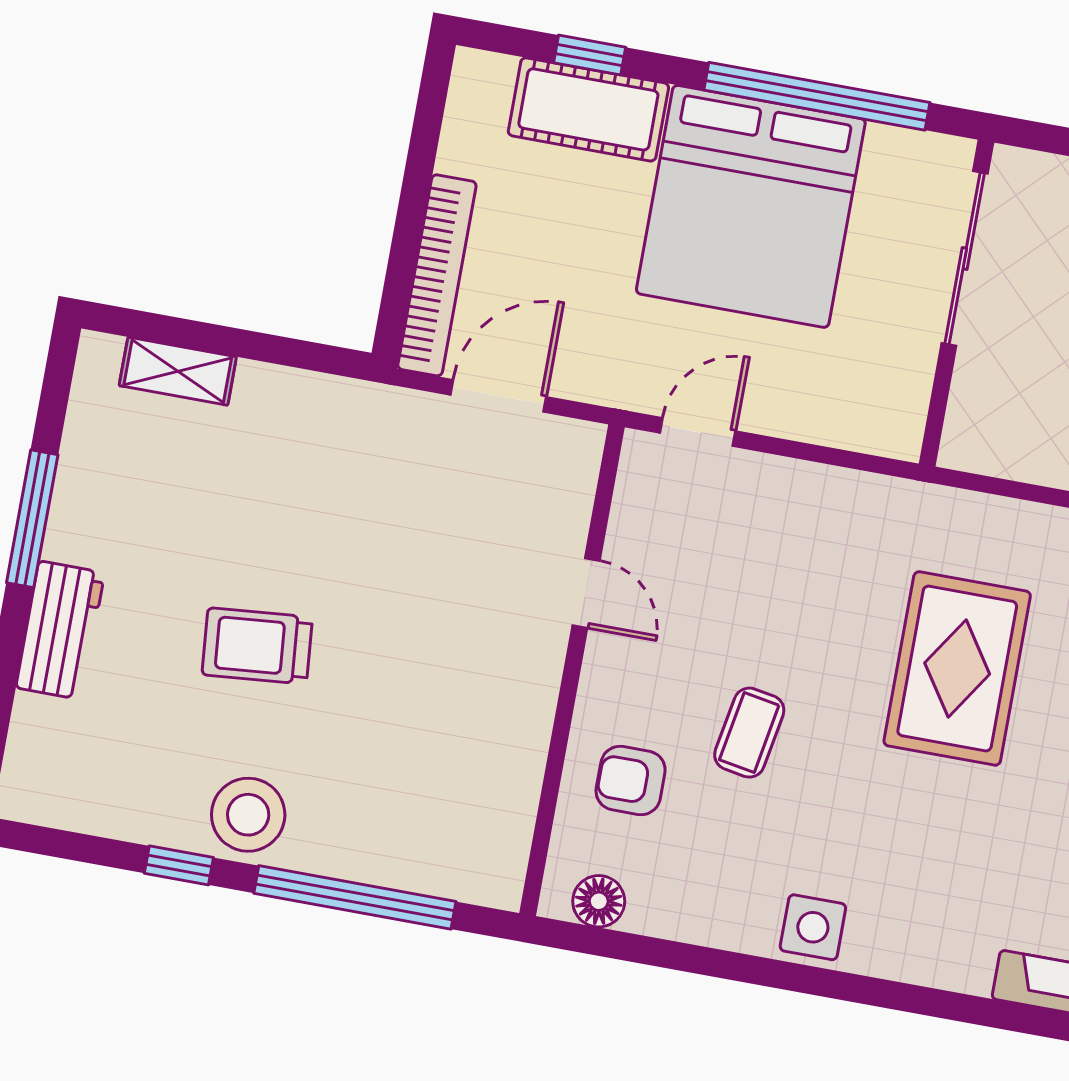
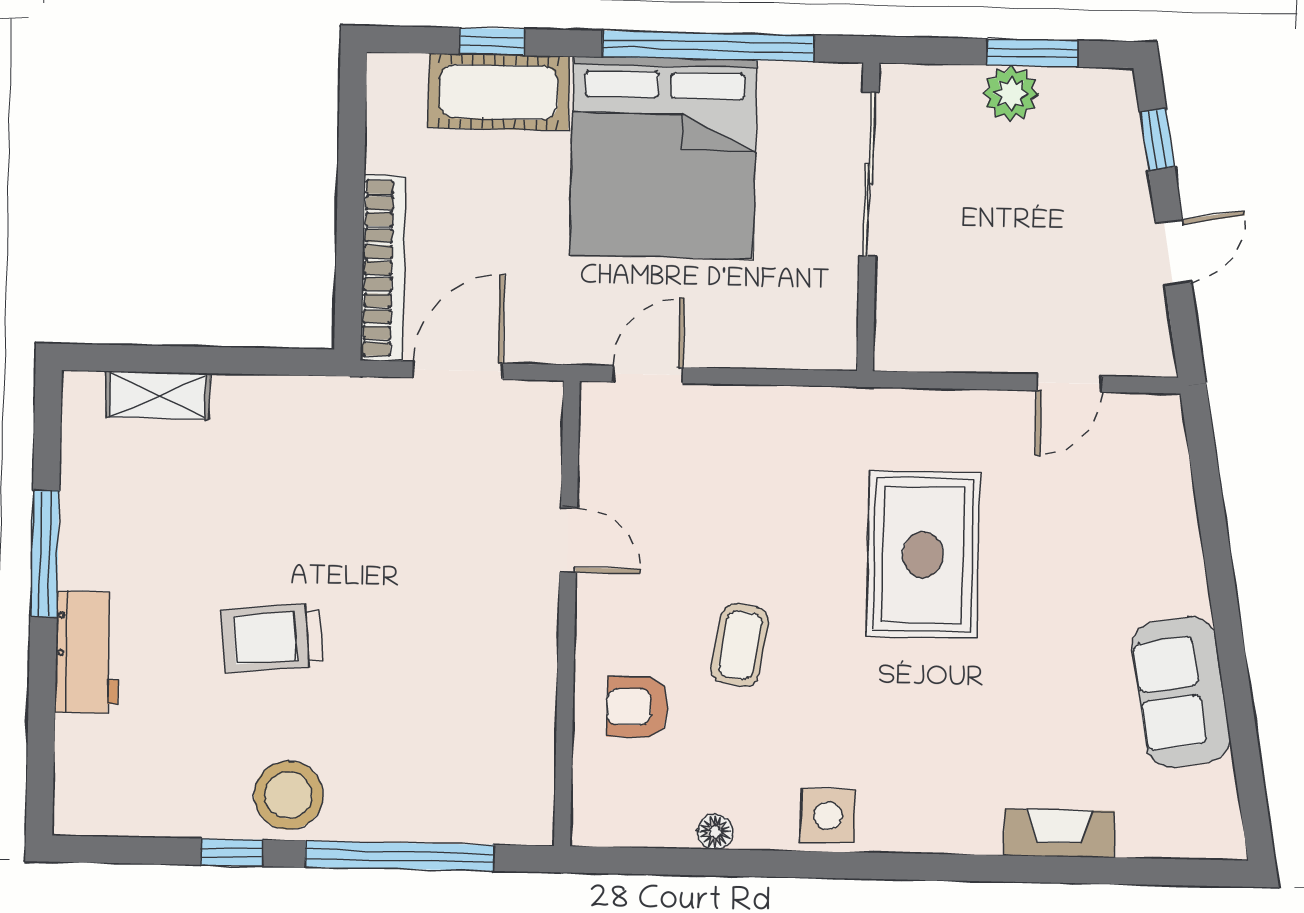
floor lamp: (599, 901) -> (715, 832), moved, width x0.73, depth x0.73

